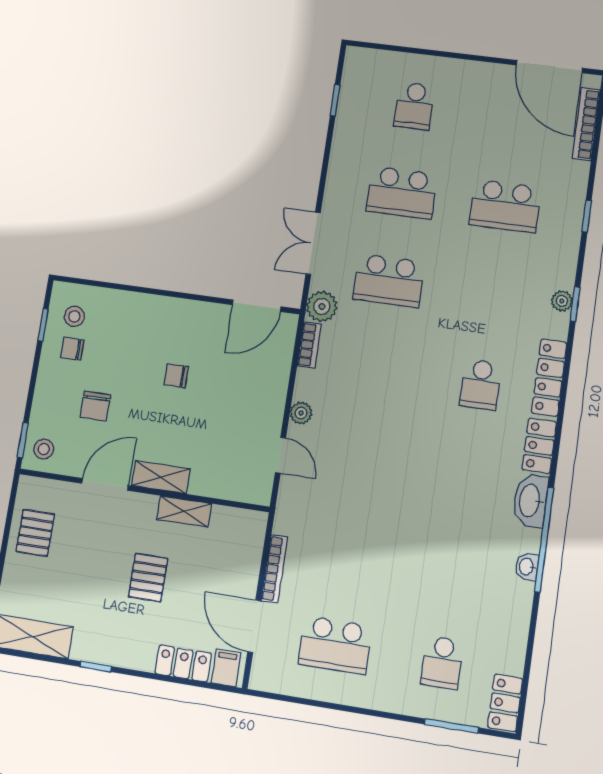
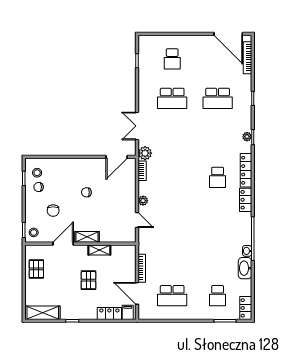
school desk: (389, 280) -> (172, 138), removed
washbasin: (530, 501) -> (245, 268), moved

